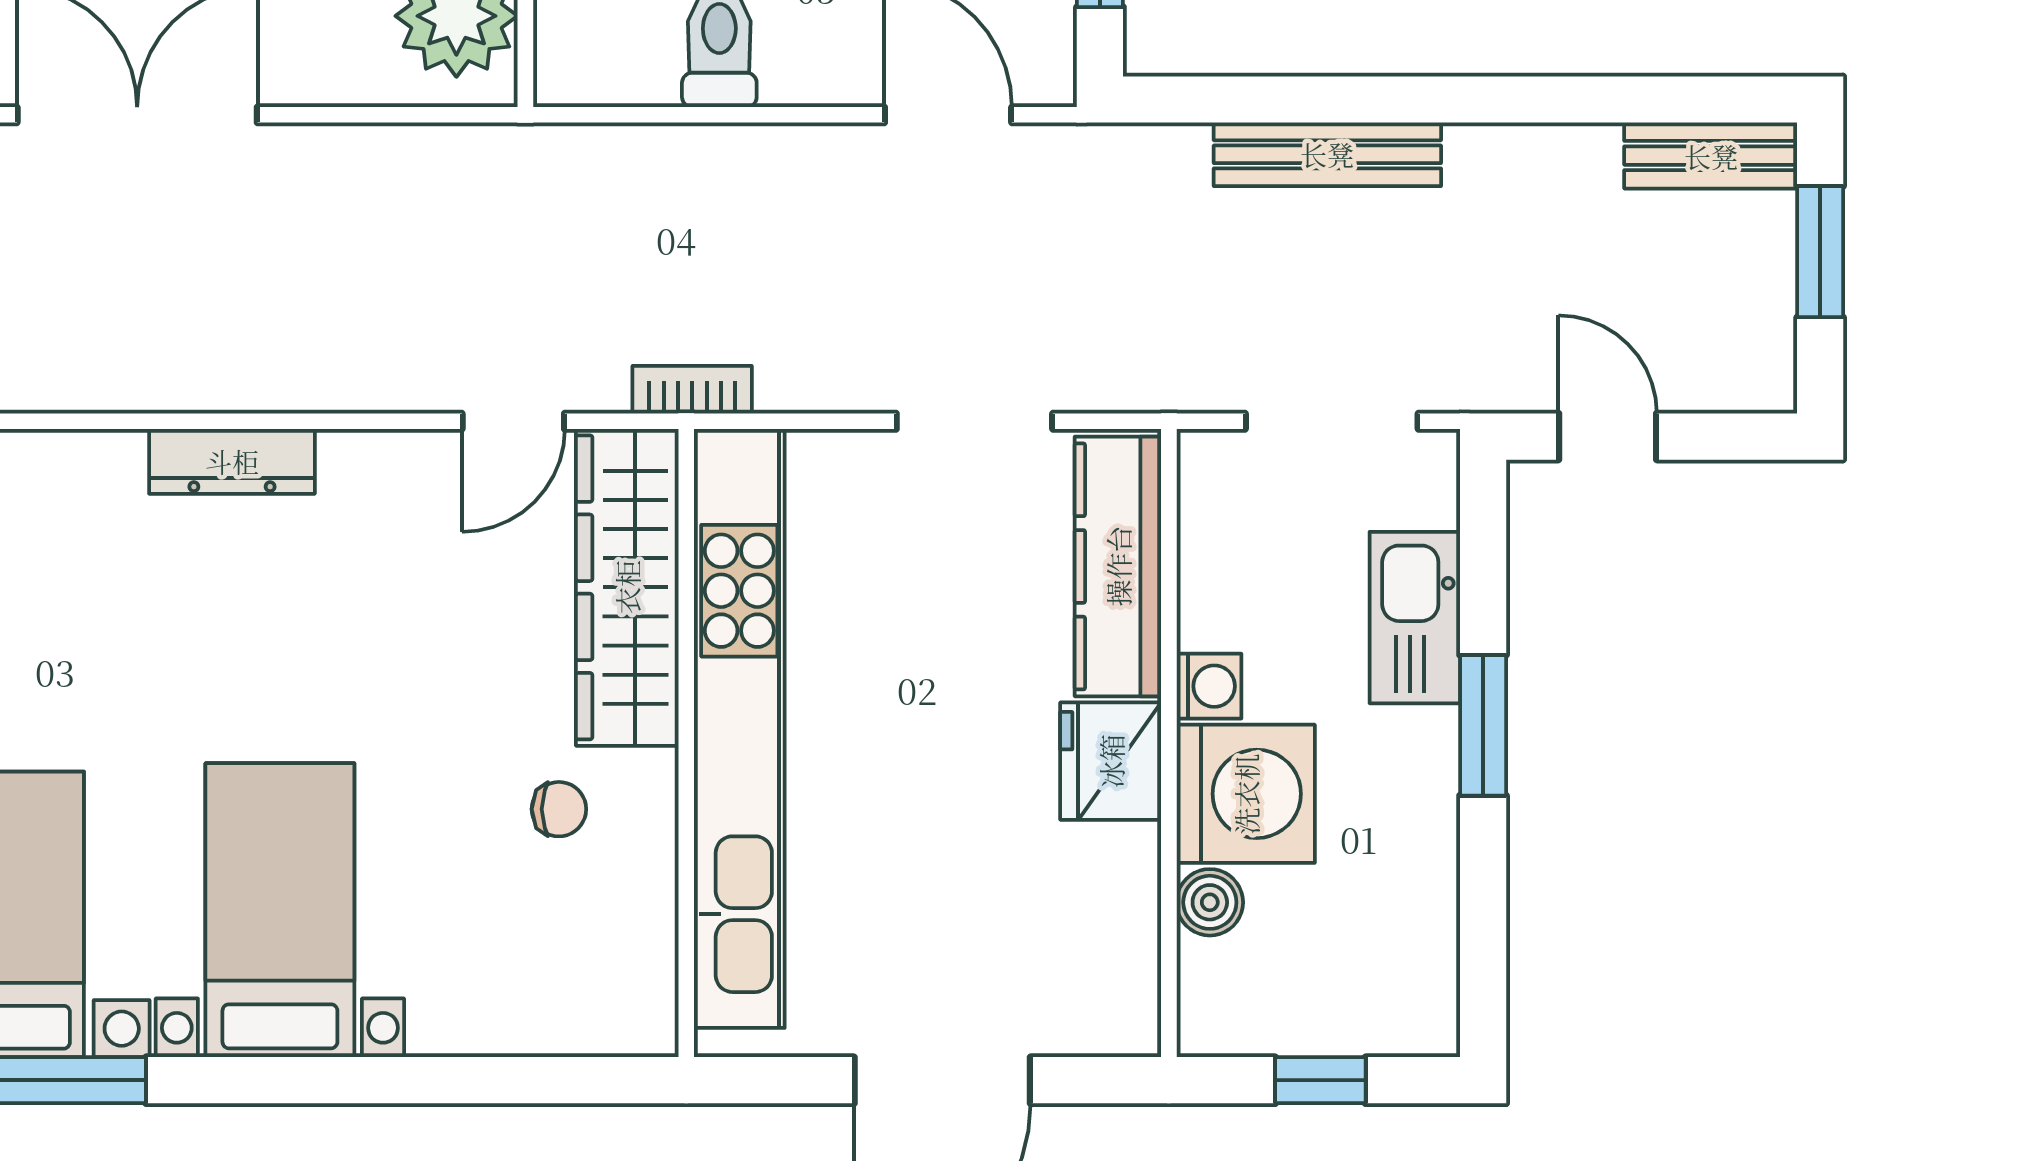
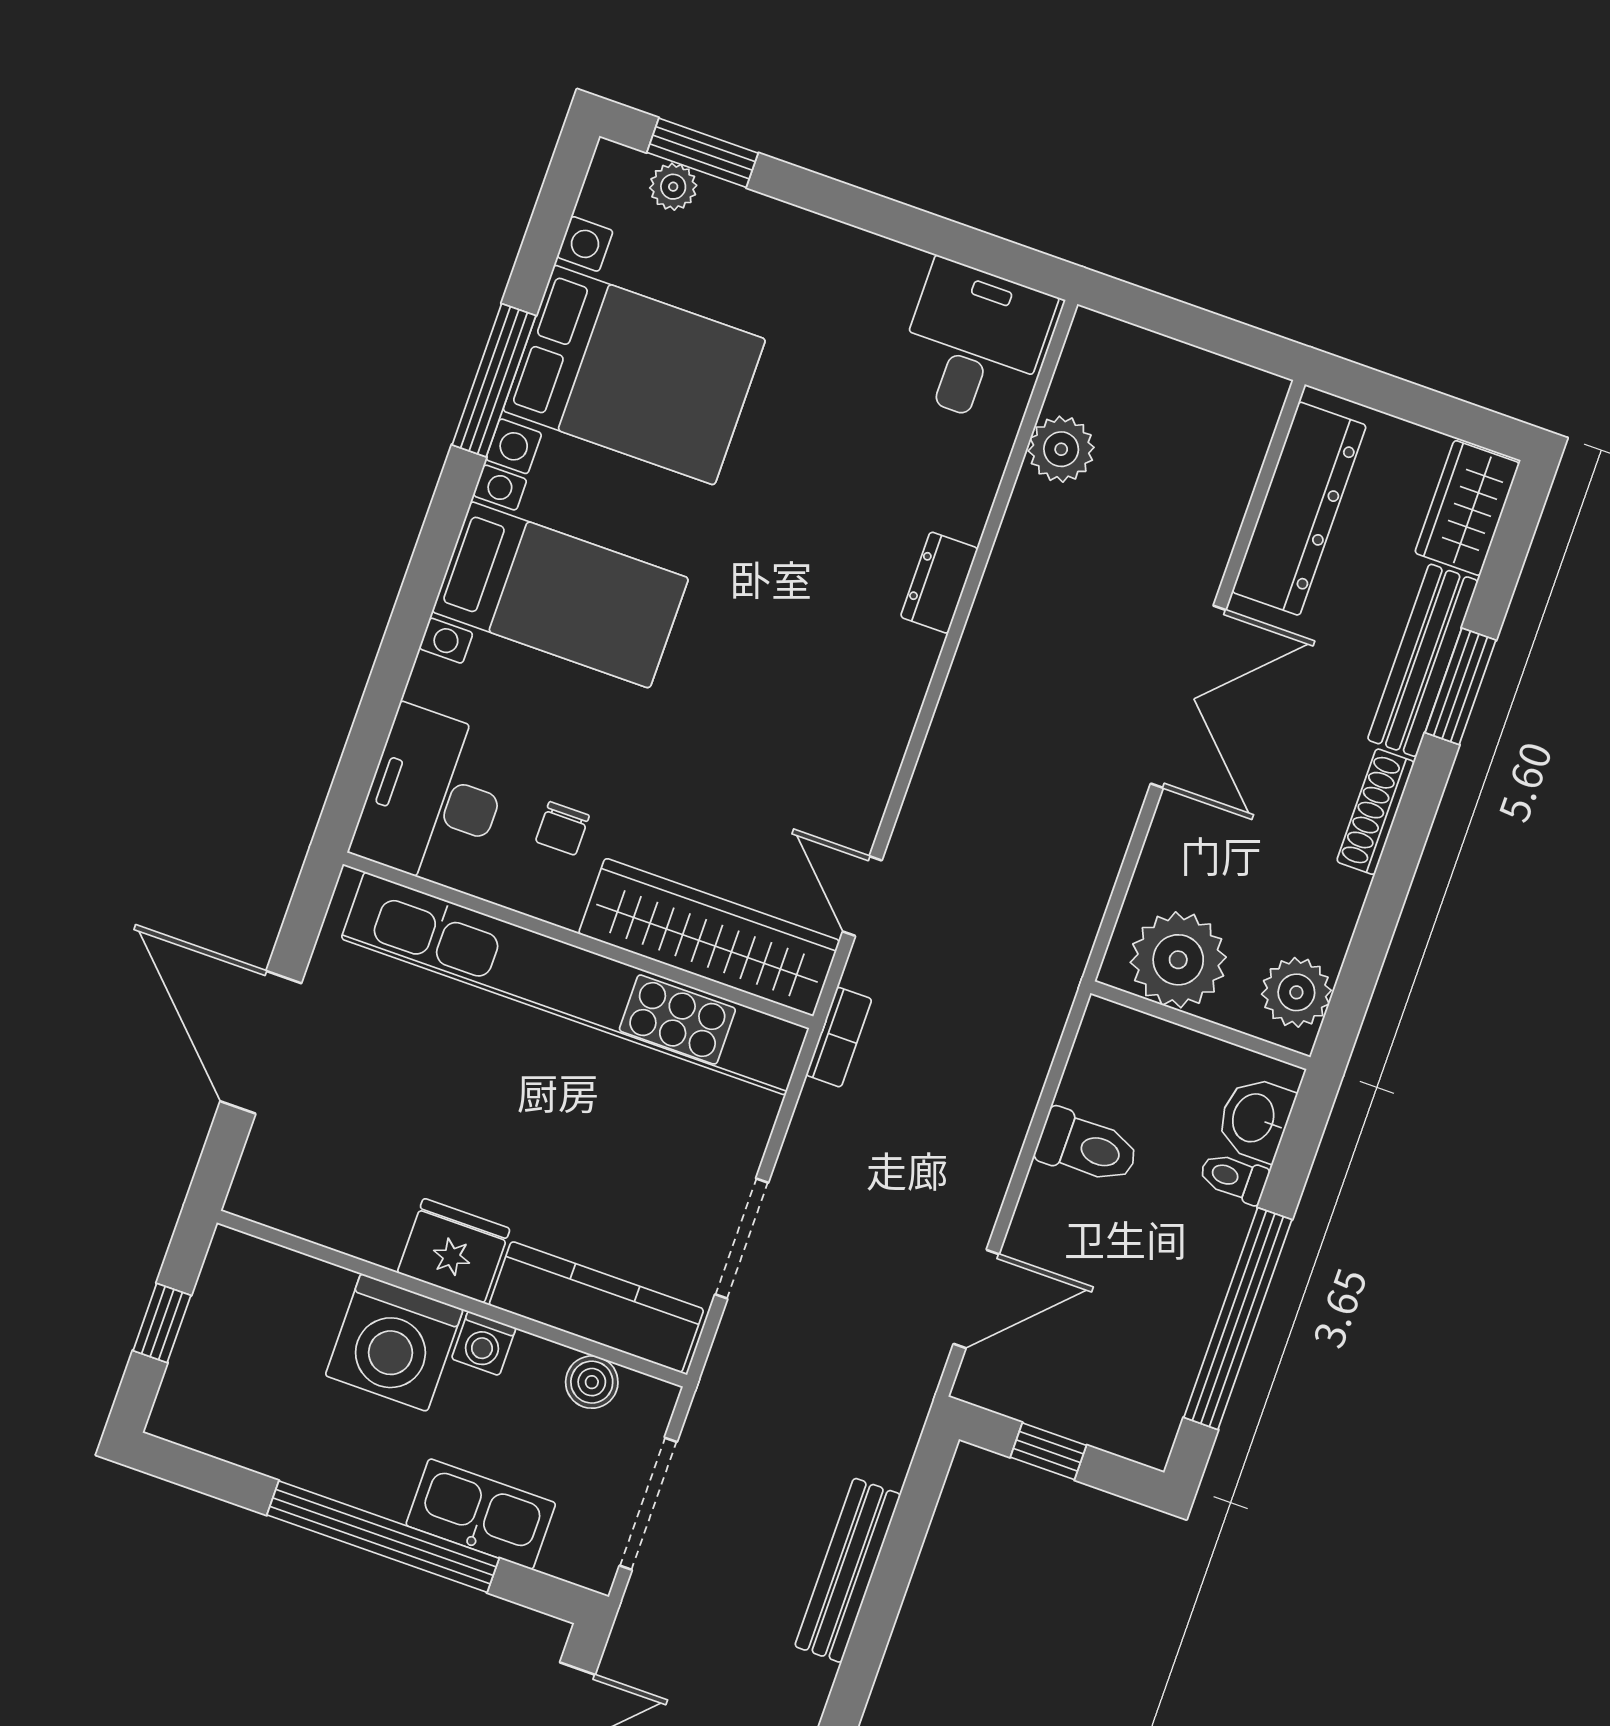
dresser: (232, 461) -> (939, 583), moved, width x0.70
window: (1483, 725) -> (383, 1537), width x2.11
boiler: (1210, 902) -> (592, 1382), moved
desk: (576, 977) -> (433, 797), added

